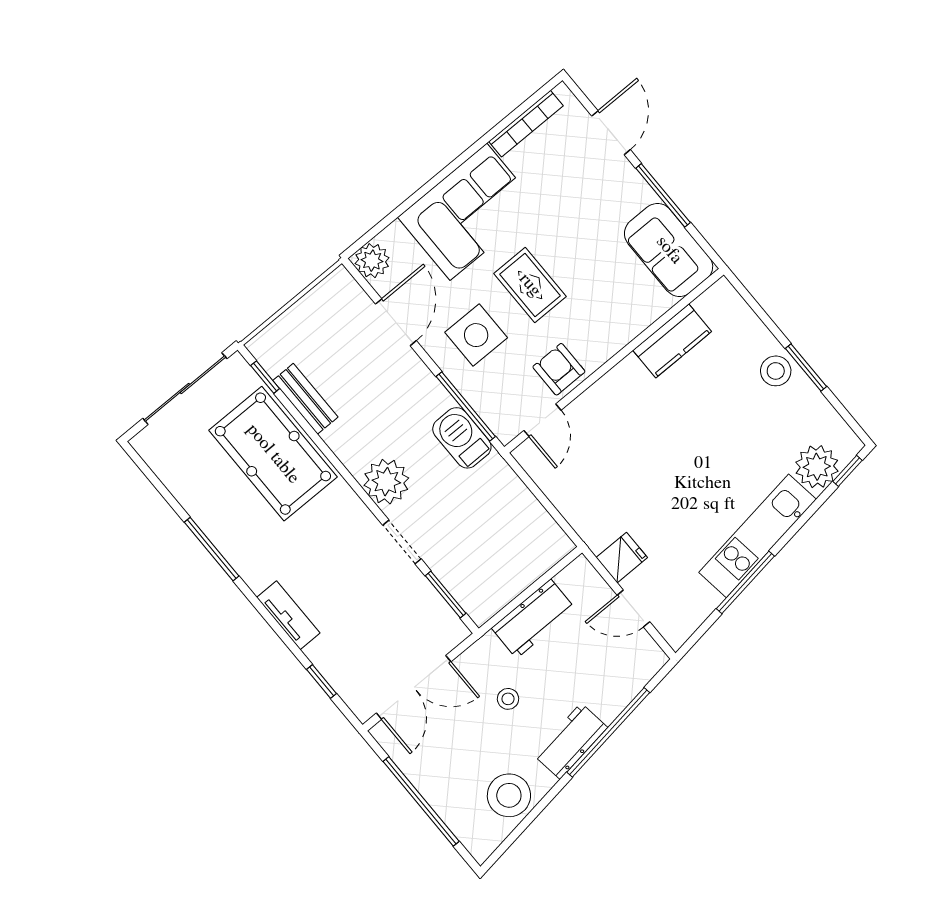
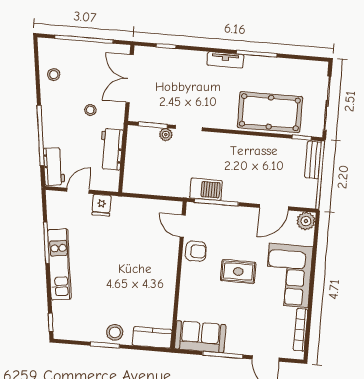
door: (396, 322) -> (274, 207), hinge flipped
side table: (476, 335) -> (239, 233), removed
kitchen counter: (672, 341) -> (152, 337), moved, turned 90
bench: (305, 399) -> (313, 160), moved, turned 90
plant: (817, 467) -> (64, 312), removed
plant: (386, 482) -> (166, 135), moved, width x0.53, depth x0.53
tv unit: (288, 615) -> (225, 60), moved
workbench: (571, 741) -> (54, 167), moved
stool: (509, 795) -> (54, 75), width x0.53, depth x0.53

